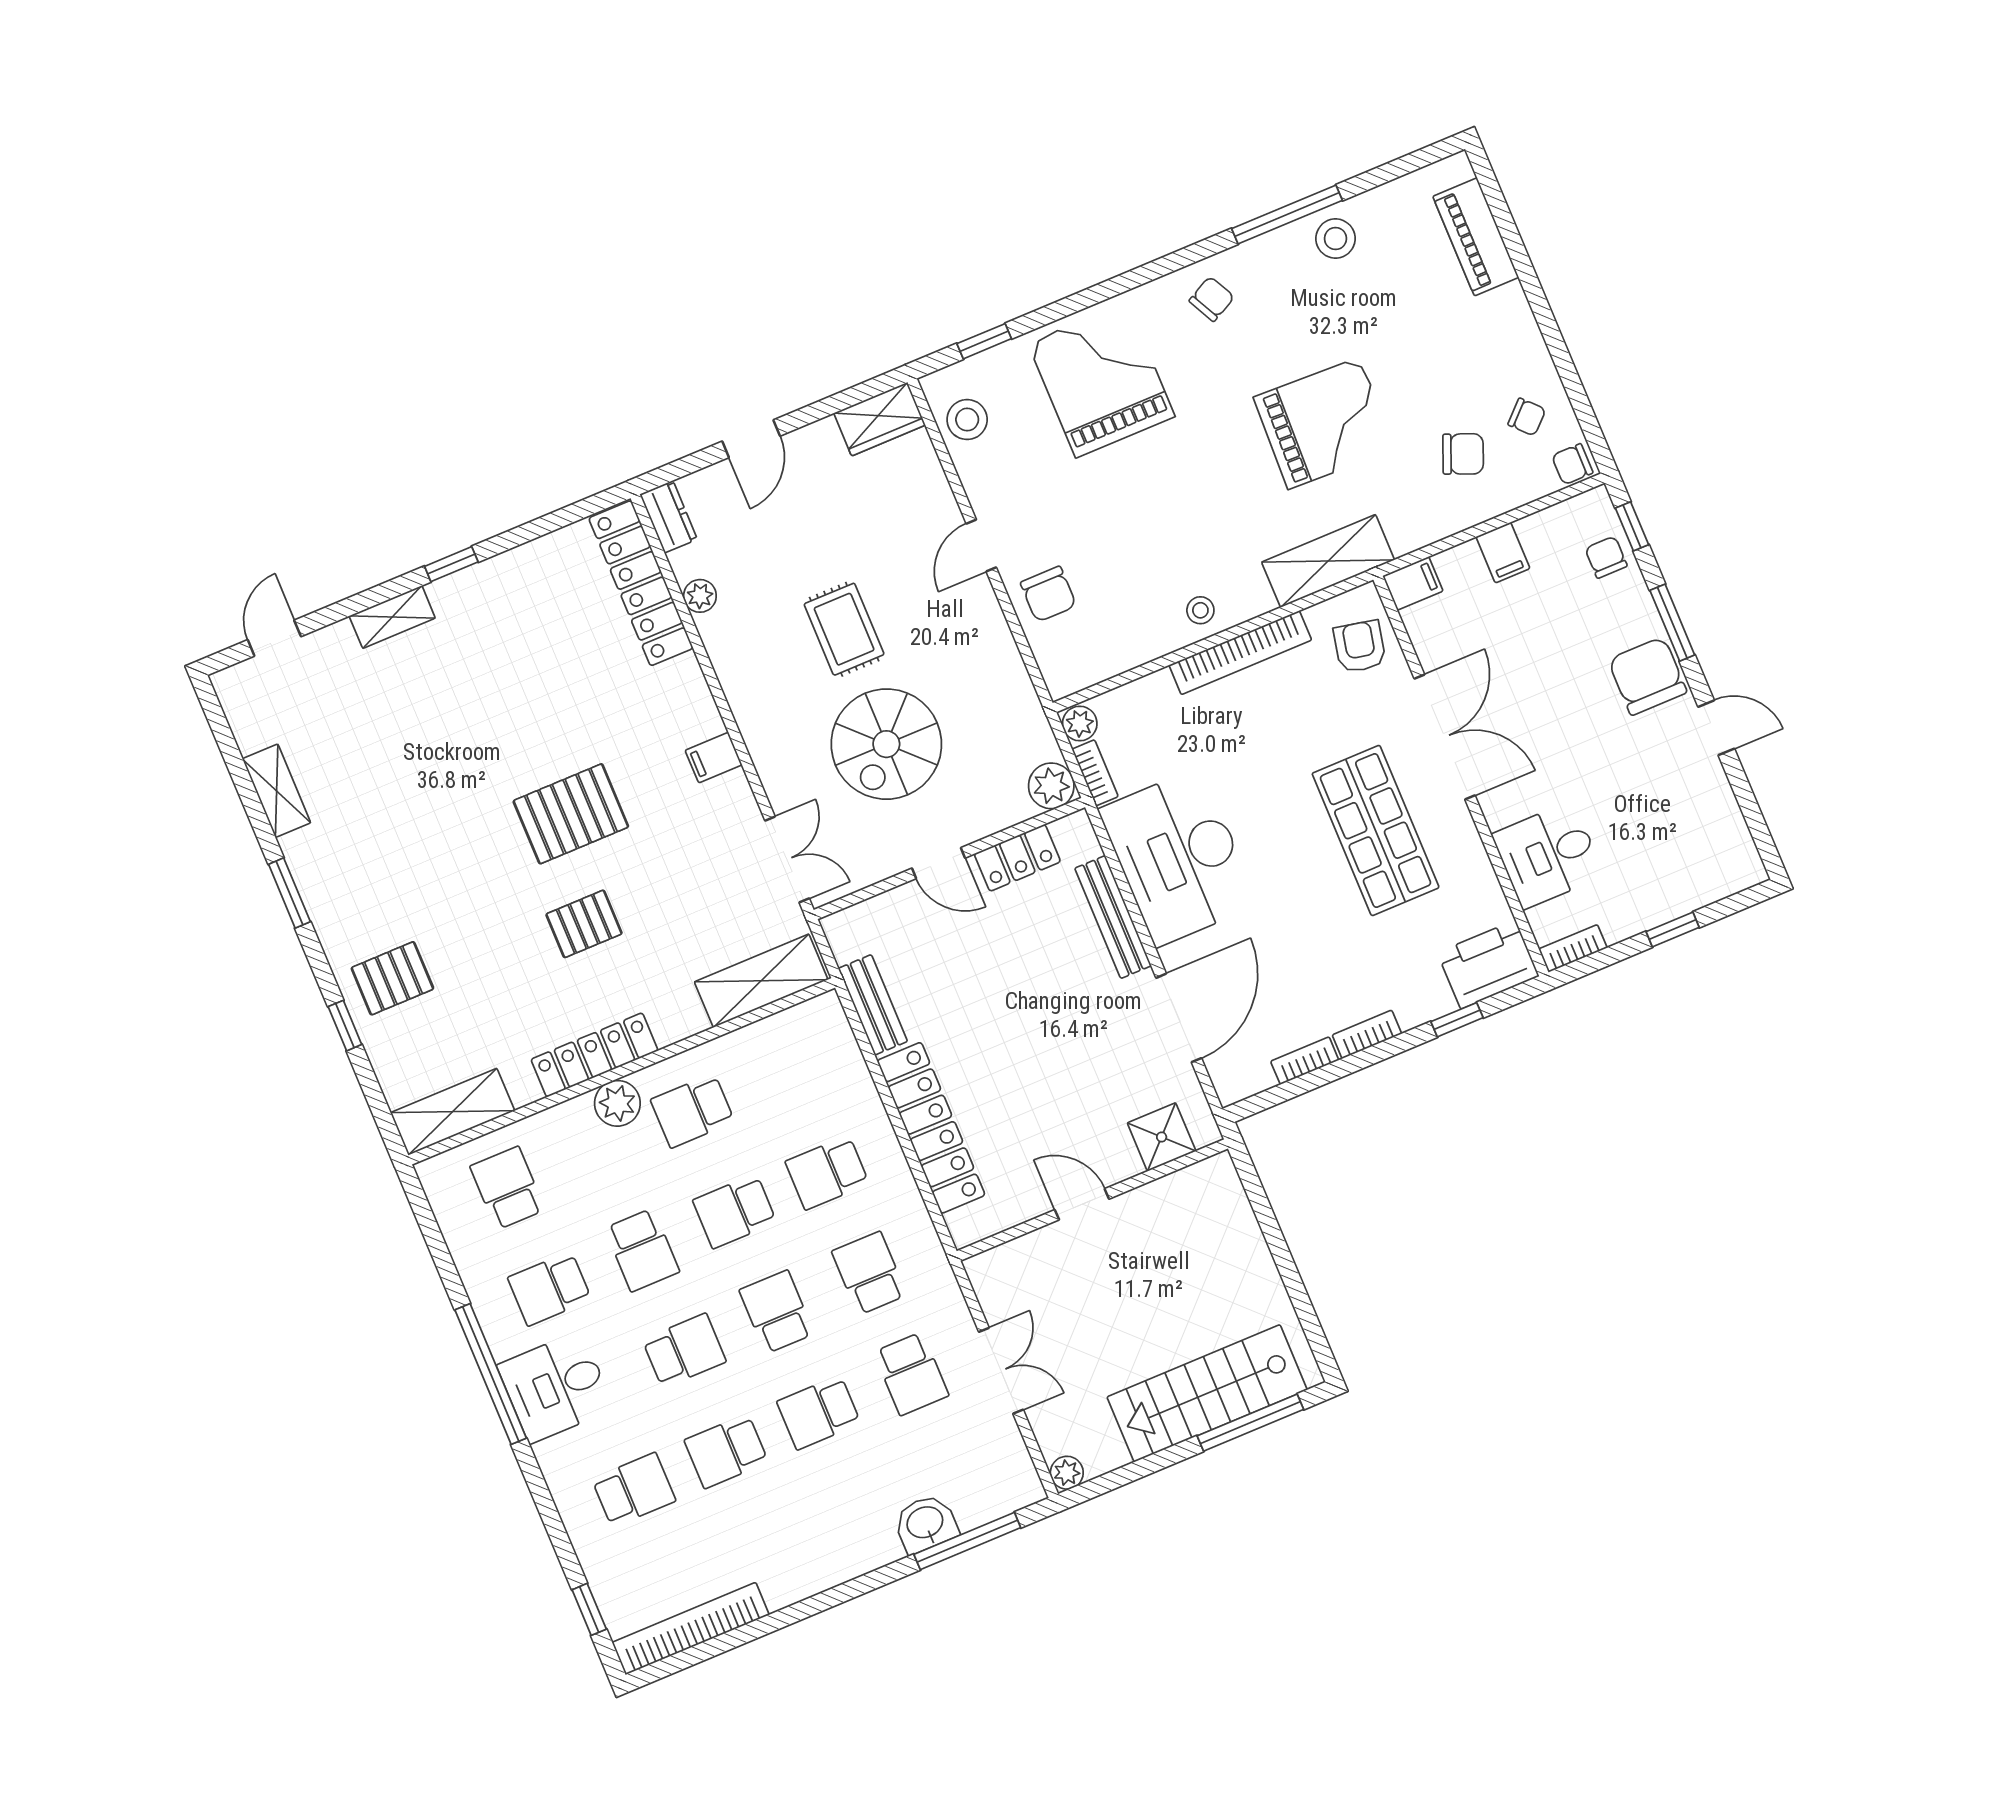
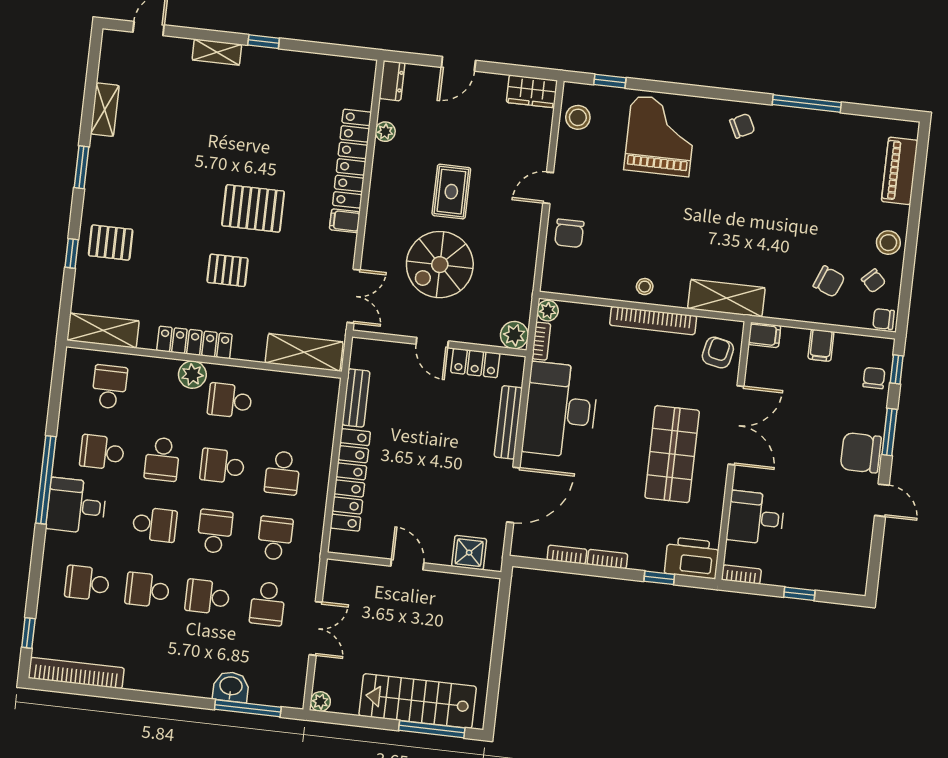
stool: (1336, 239) -> (888, 243), moved
grand piano: (1324, 423) -> (765, 224), removed
locker: (641, 583) -> (352, 159), moved
chair: (1647, 676) -> (861, 453), turned -90
school desk: (827, 1173) -> (282, 473), turned -90
school desk: (634, 1490) -> (87, 583), turned 180

